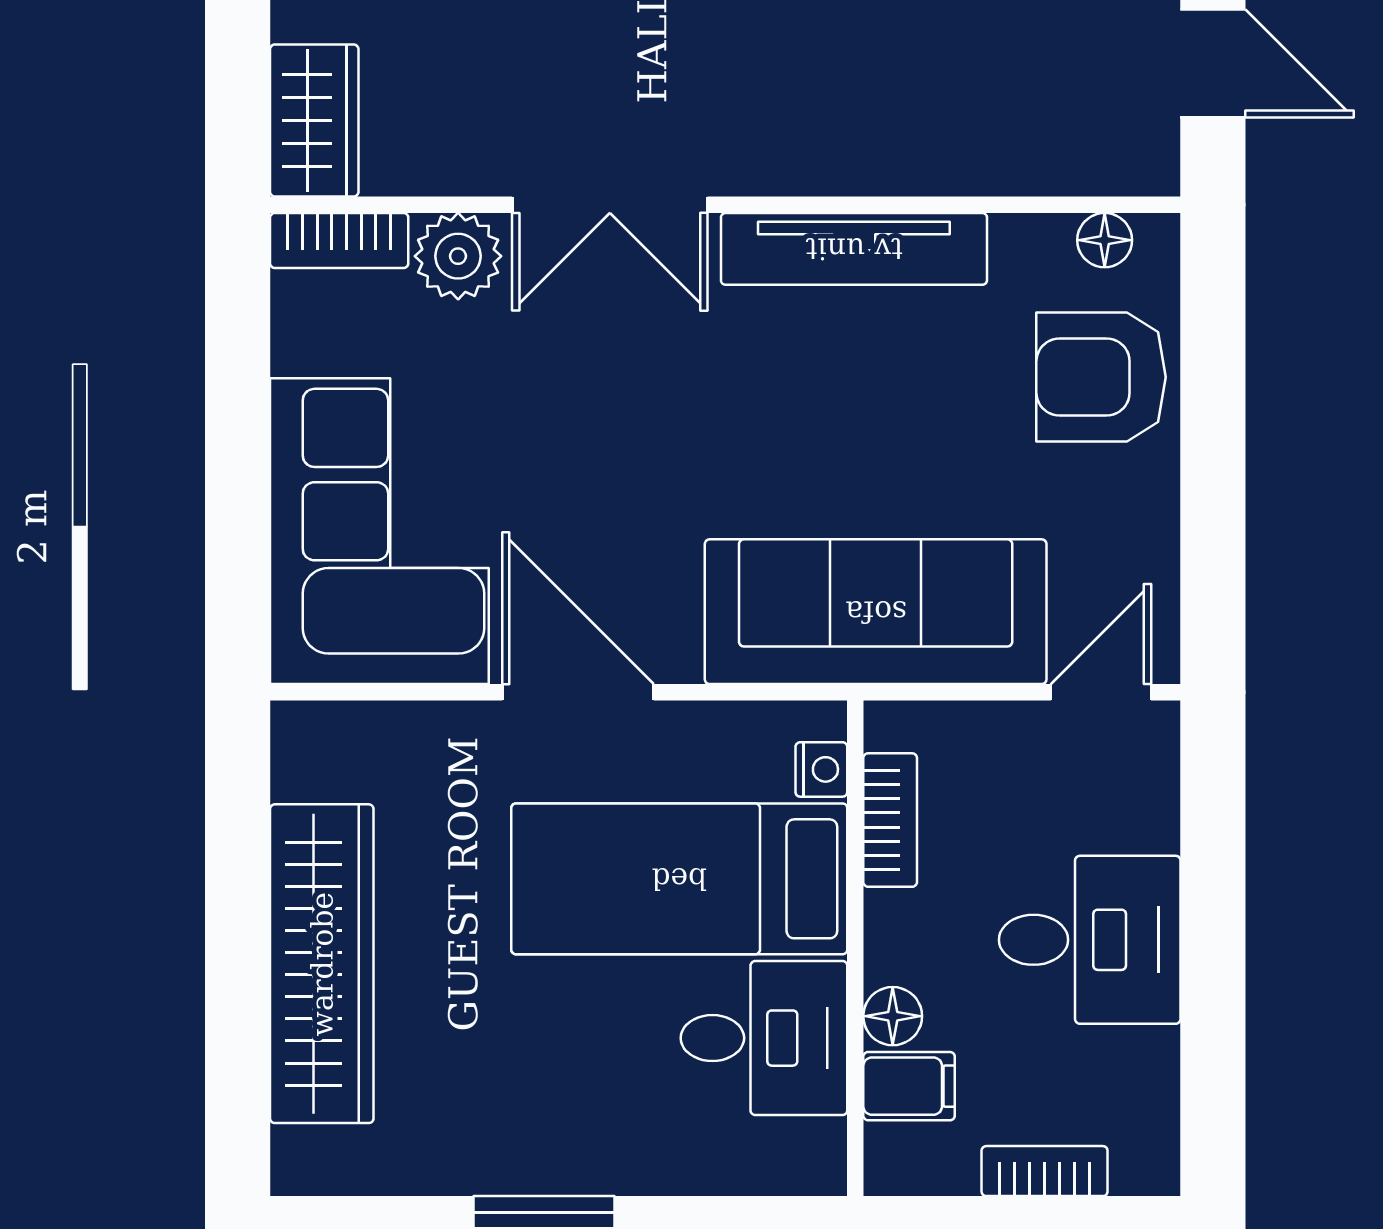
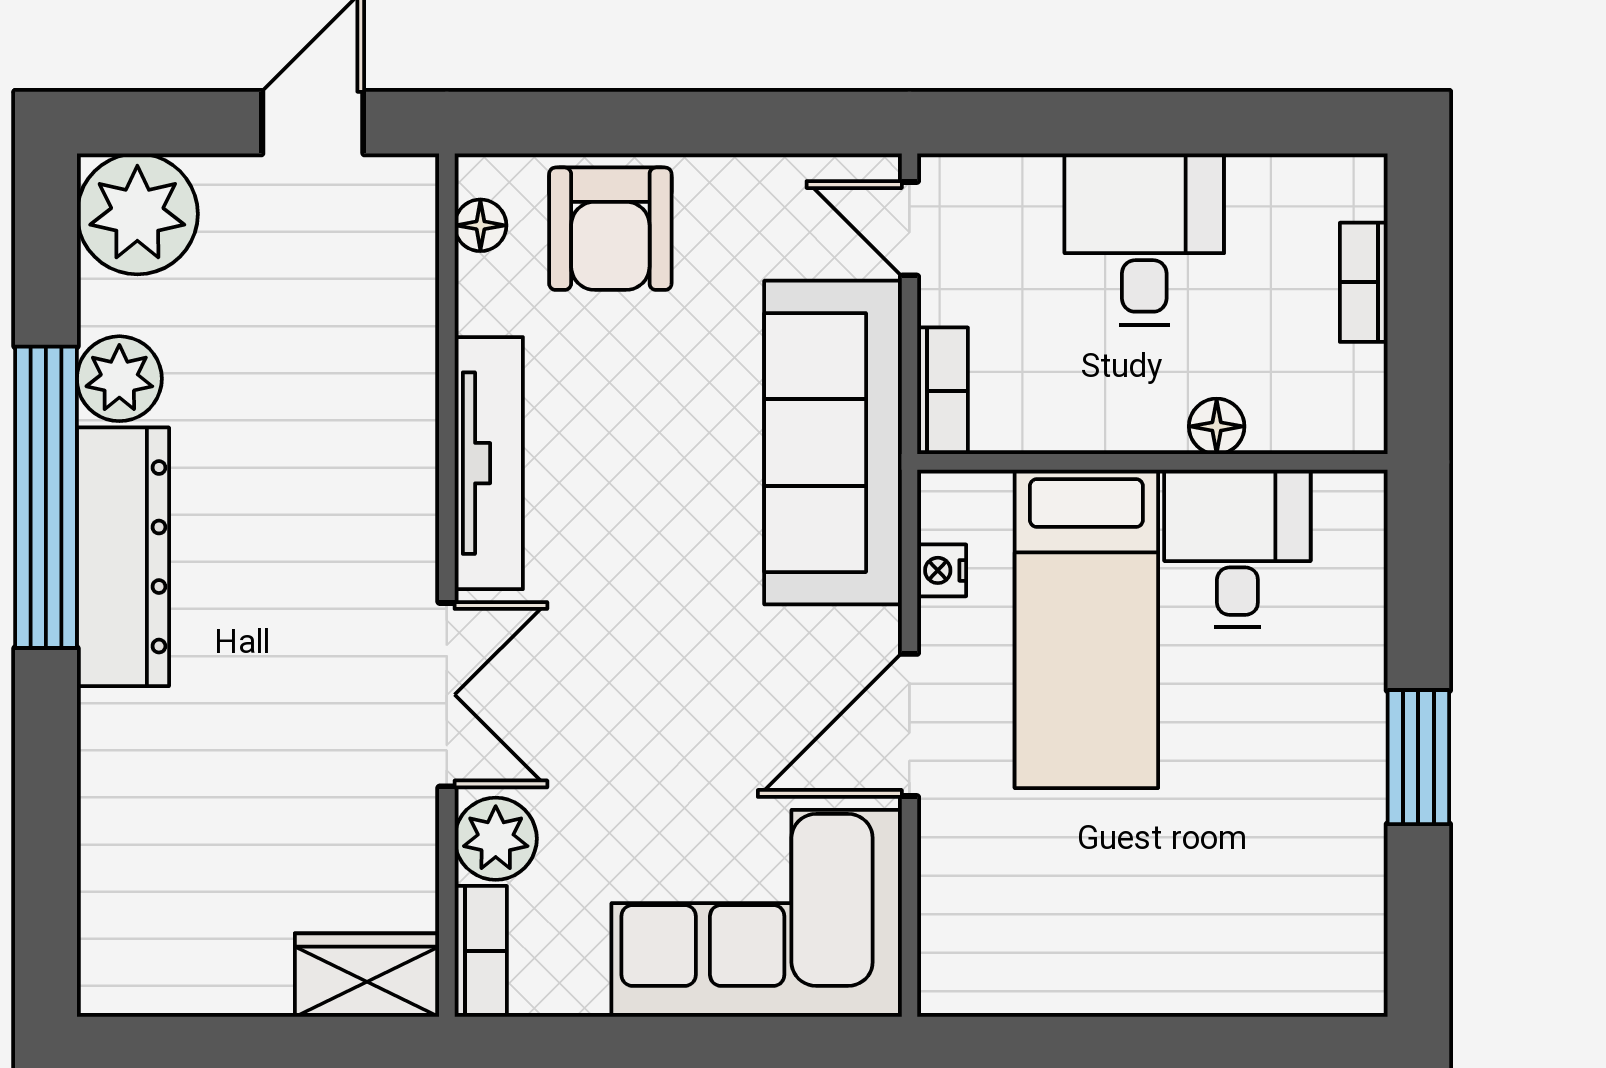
nightstand: (821, 769) -> (942, 570), moved, turned -90
bookcase: (890, 820) -> (943, 391), moved, turned 90
wardrobe: (322, 964) -> (1167, 968), removed
filing cabinet: (909, 1086) -> (1283, 411), removed

